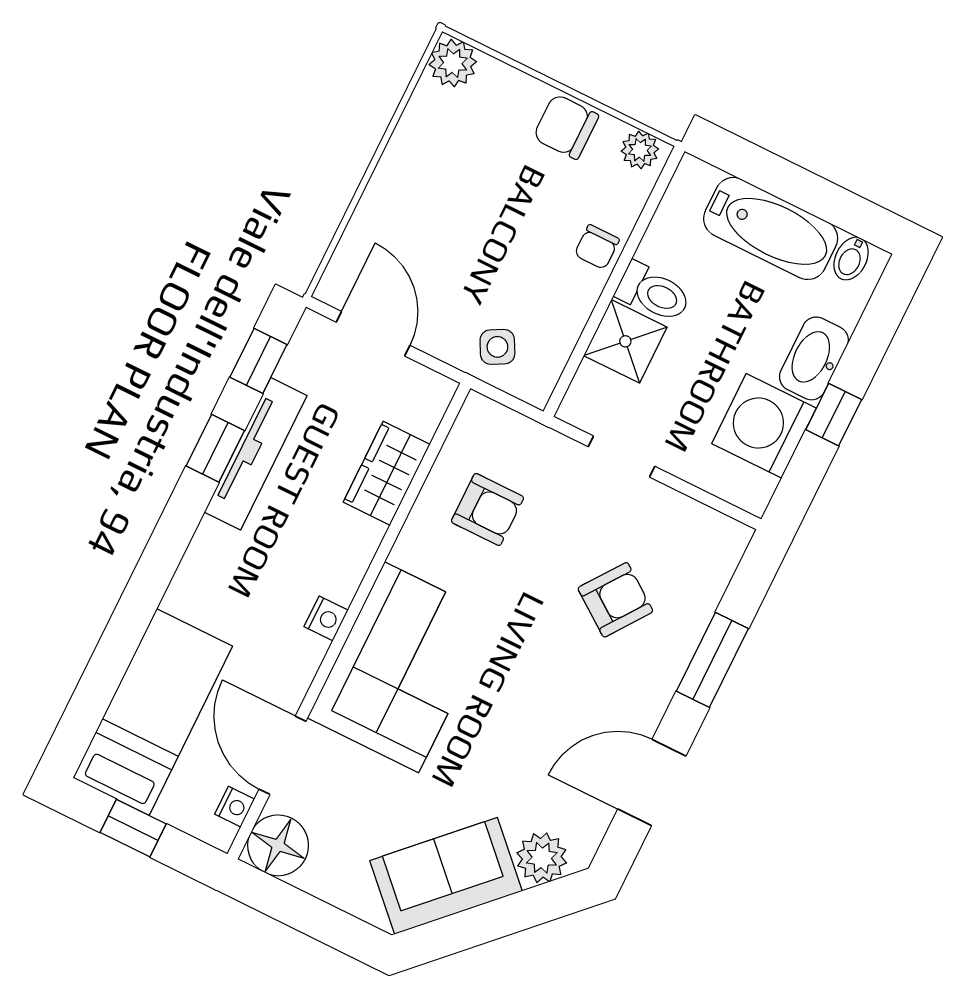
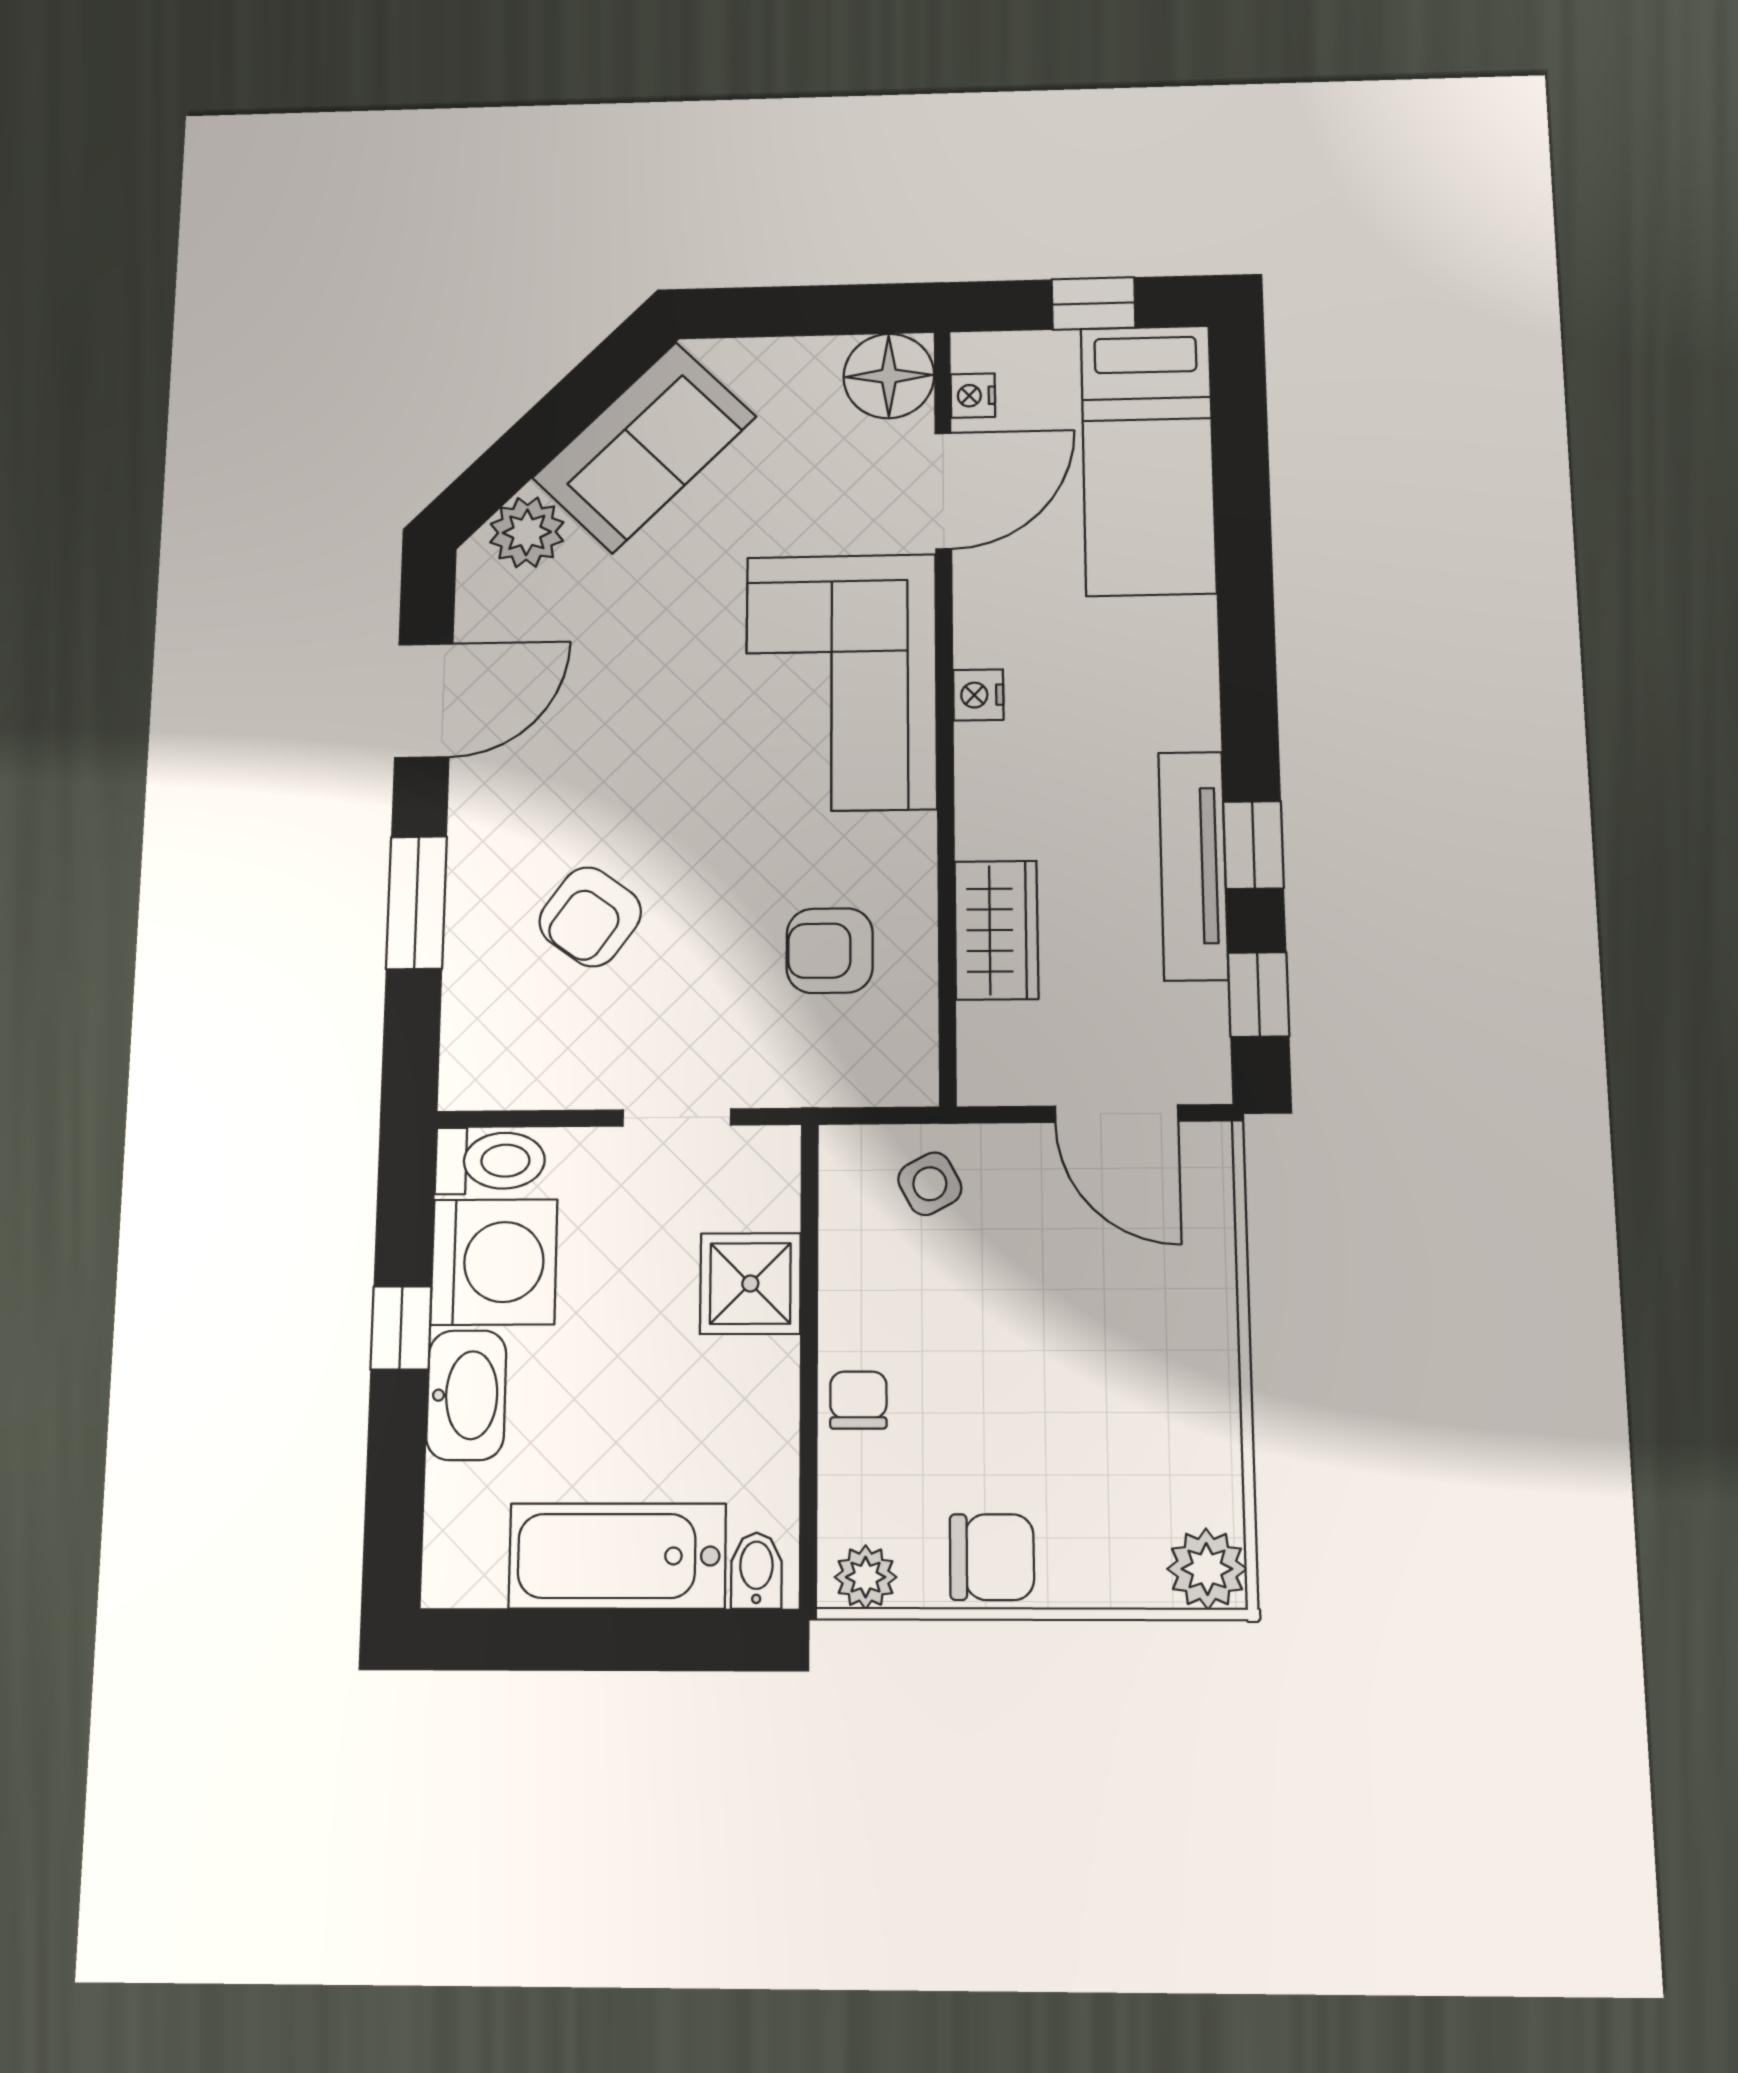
bidet: (851, 259) -> (756, 1571), moved
toilet: (653, 293) -> (490, 1161), moved, turned 180
door: (283, 755) -> (943, 491), hinge flipped

